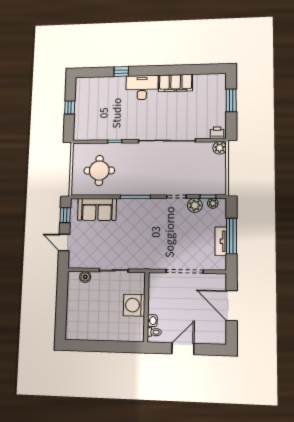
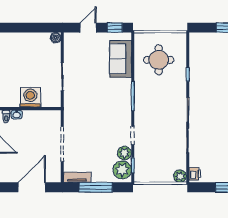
plant: (213, 203) -> (122, 170), width x1.87, depth x1.87
tv unit: (221, 241) -> (77, 177), moved
boiler: (85, 277) -> (56, 38), moved

